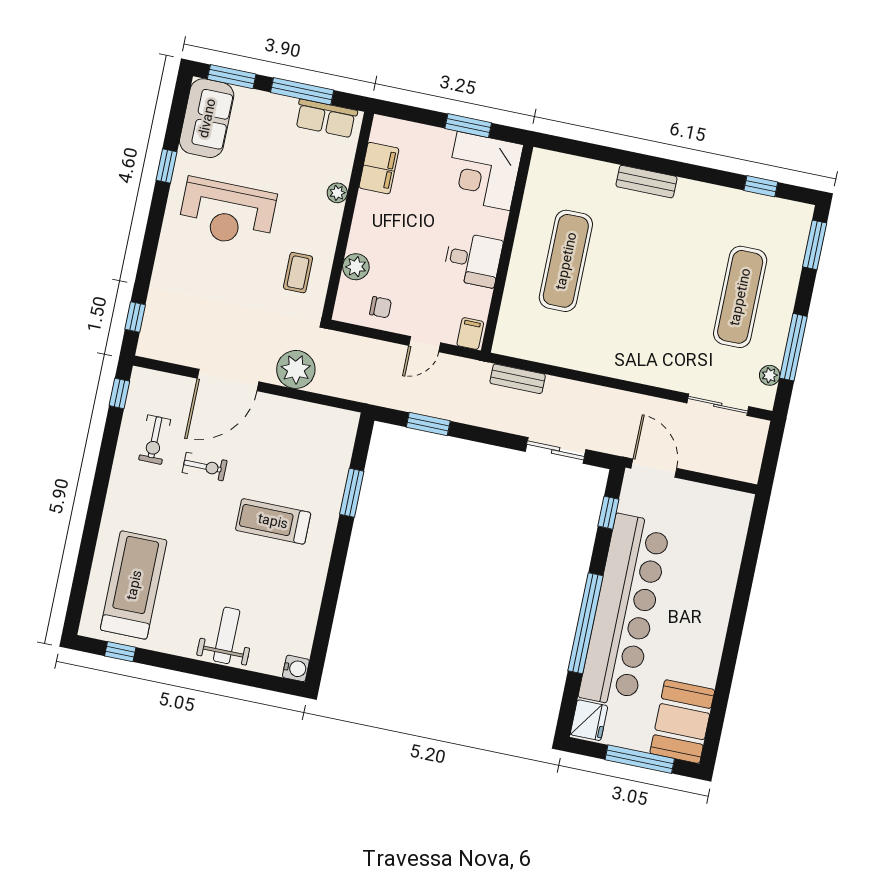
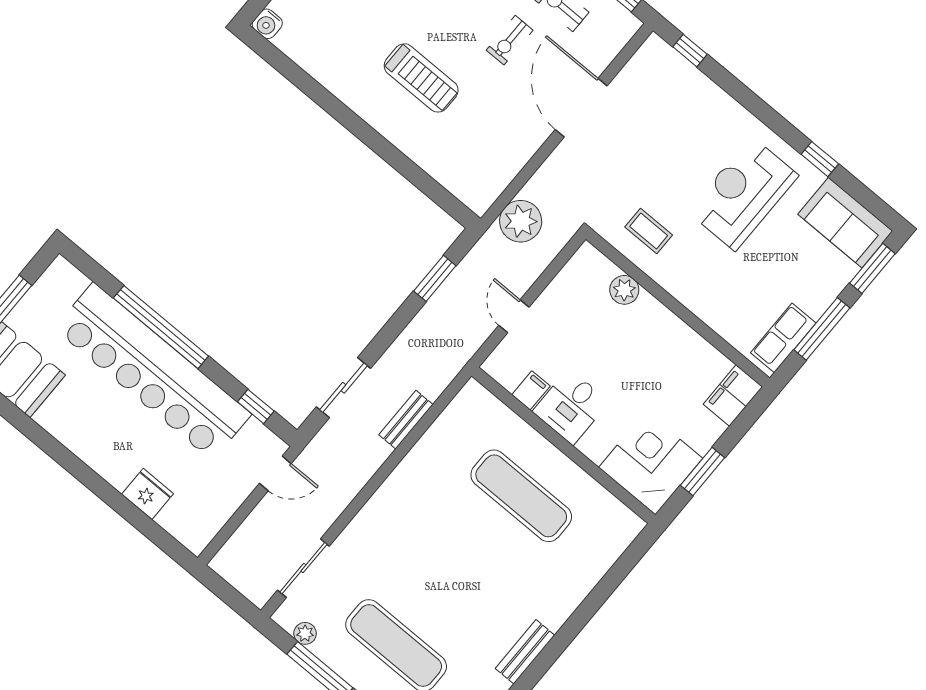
filing cabinet: (379, 168) -> (733, 395), moved, turned 90
bench: (646, 182) -> (525, 652), moved
plant: (337, 193) -> (705, 310), removed
chair: (381, 307) -> (572, 293), removed
filing cabinet: (470, 334) -> (531, 390), moved, turned -90
plant: (296, 369) -> (521, 221), moved
bench: (518, 379) -> (406, 420), moved
door: (654, 468) -> (275, 473), width x0.73
window: (352, 493) -> (408, 169), removed
treadmill: (273, 521) -> (421, 78), turned 90
fridge: (589, 720) -> (148, 494), moved, turned 180

